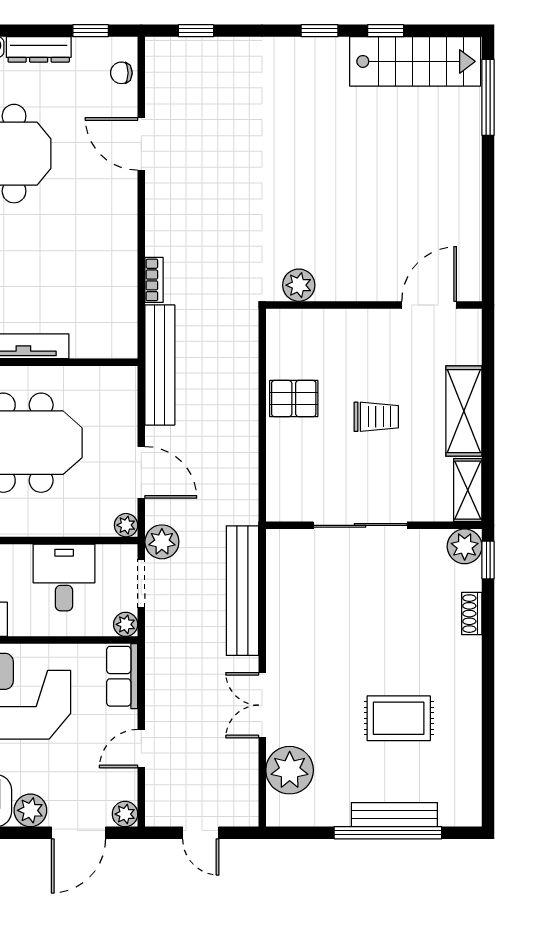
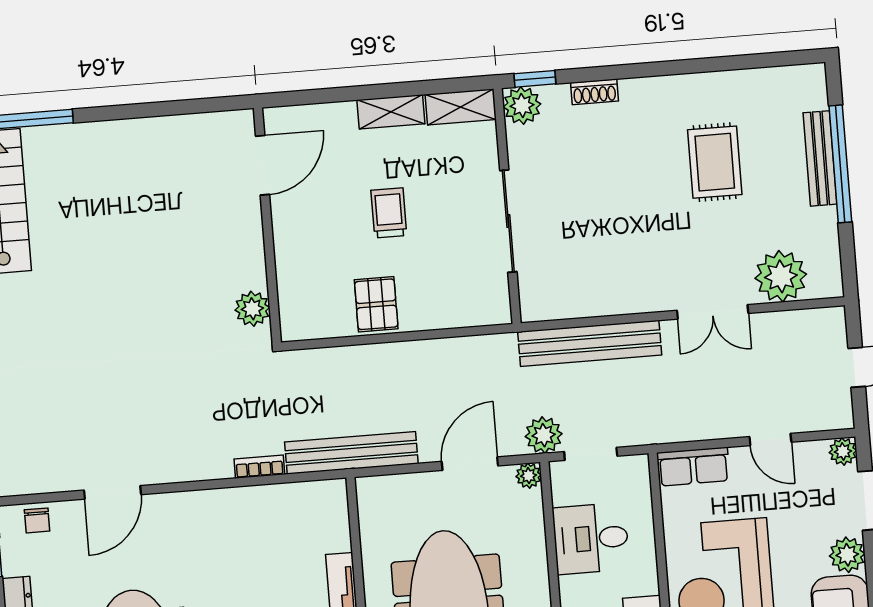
door: (429, 305) -> (262, 165), swing flipped
shelving: (464, 411) -> (391, 112), width x0.67, depth x0.75
plant: (126, 624) -> (637, 467), removed

